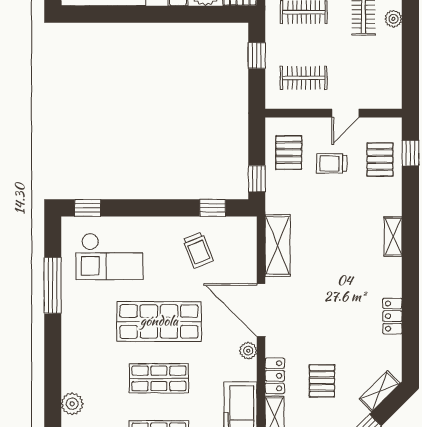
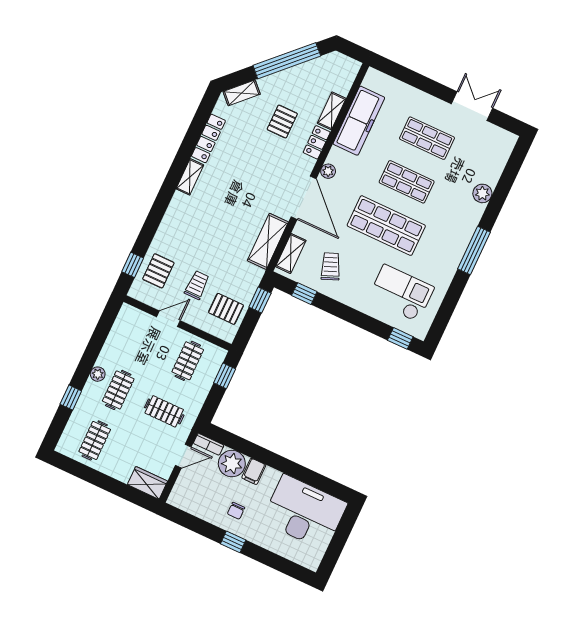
window: (257, 55) -> (225, 376), moved
clothes rail: (304, 78) -> (188, 361), turned 90
pallet: (289, 153) -> (226, 309), turned 90
trolley: (332, 163) -> (197, 285), turned -90
shelving: (393, 237) -> (190, 177), moved
shelving: (247, 244) -> (291, 254), added
window: (53, 285) -> (474, 251), moved
locker: (392, 316) -> (208, 138), width x1.53

